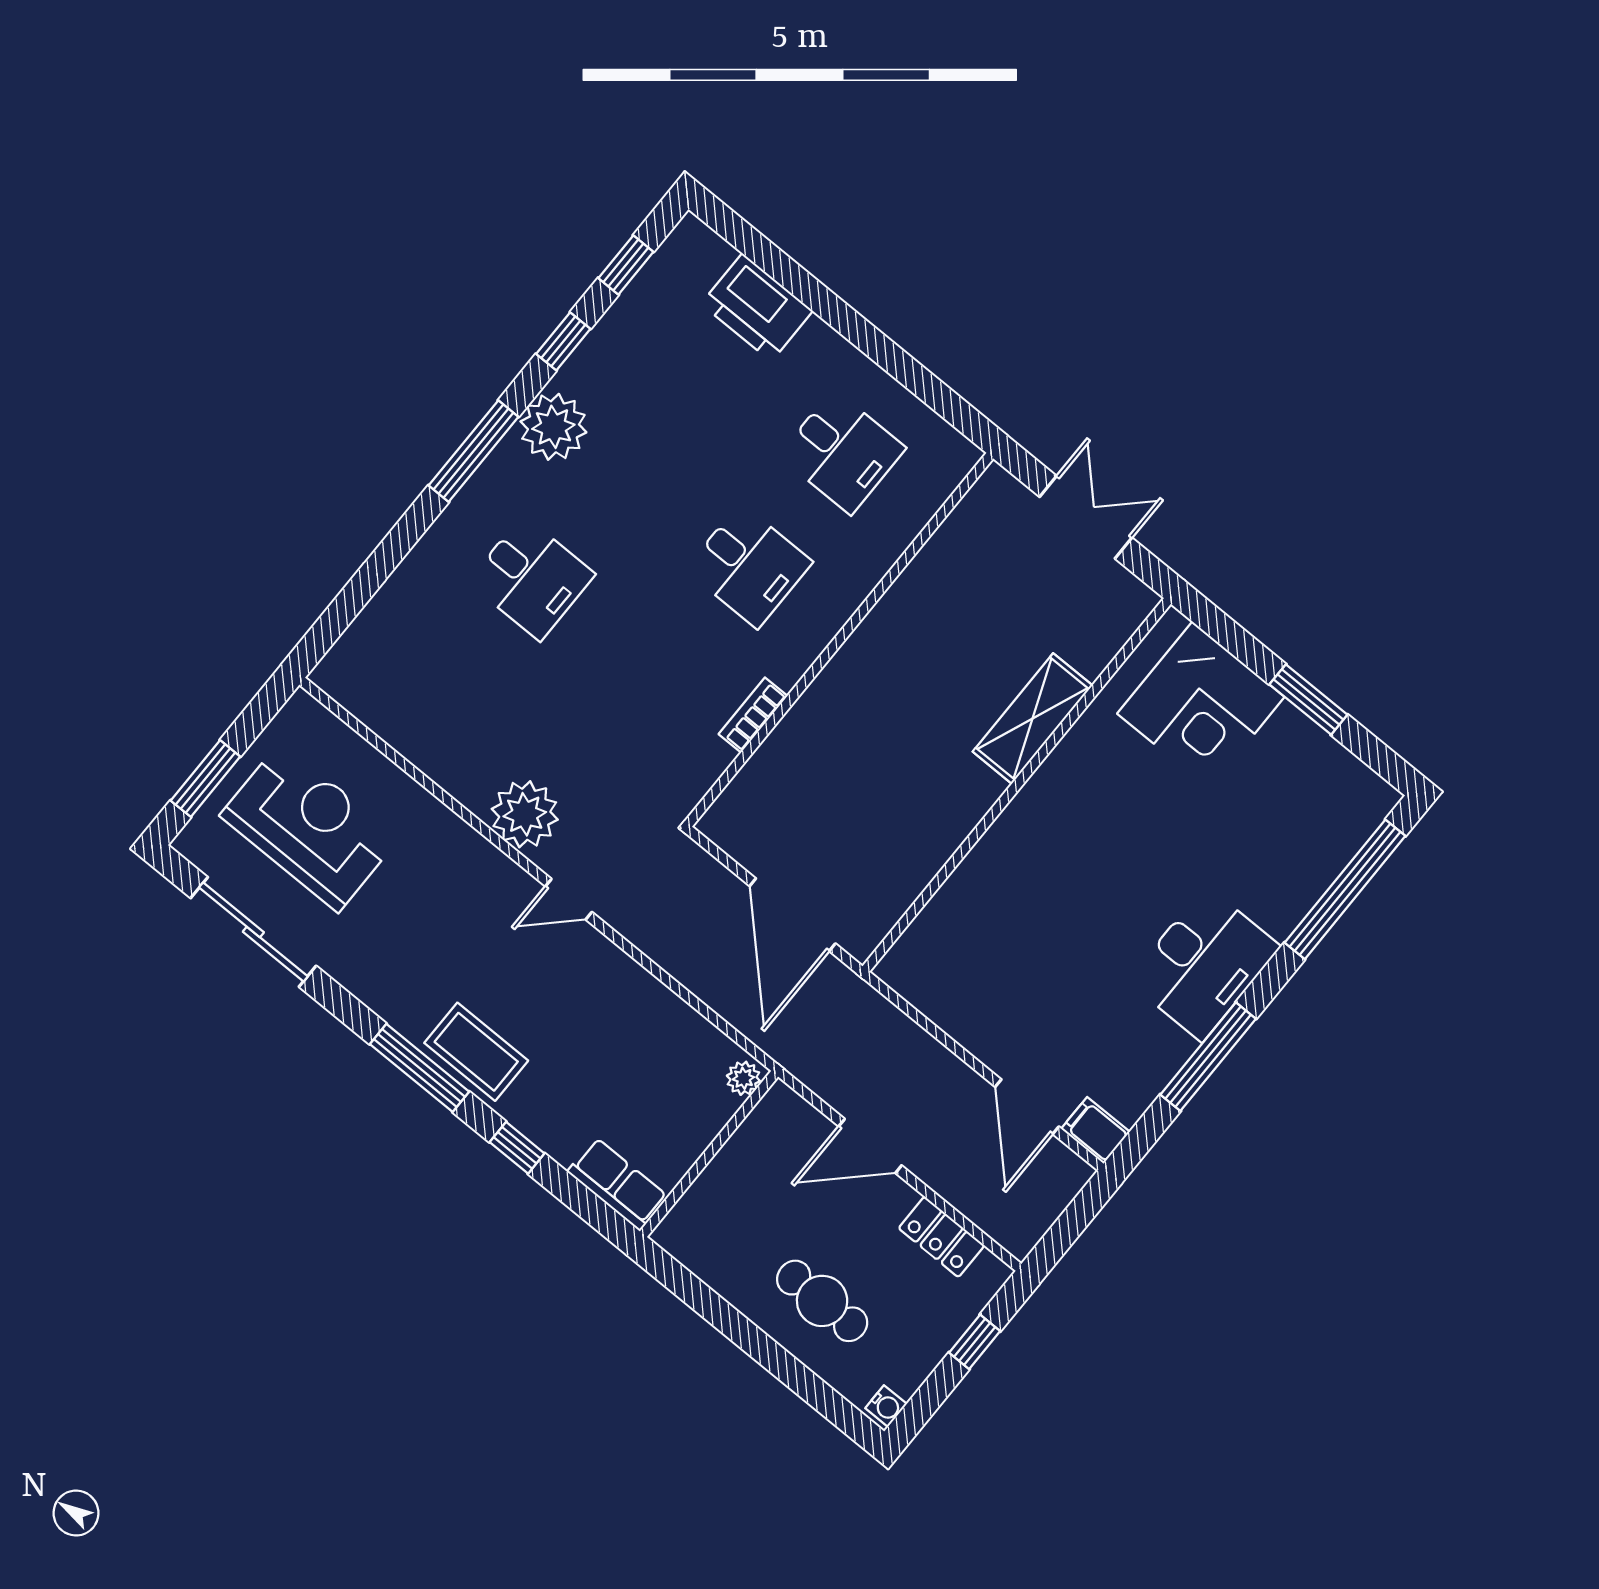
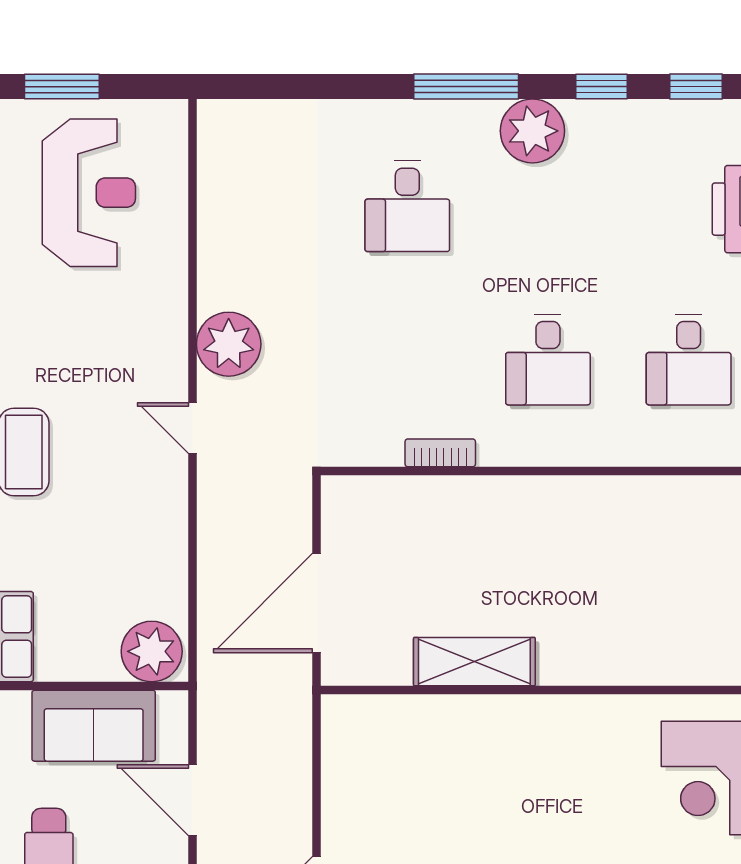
shelving: (1033, 718) -> (474, 662), moved
plant: (743, 1078) -> (152, 651), width x1.88, depth x1.88
sofa: (744, 1177) -> (94, 726), added

